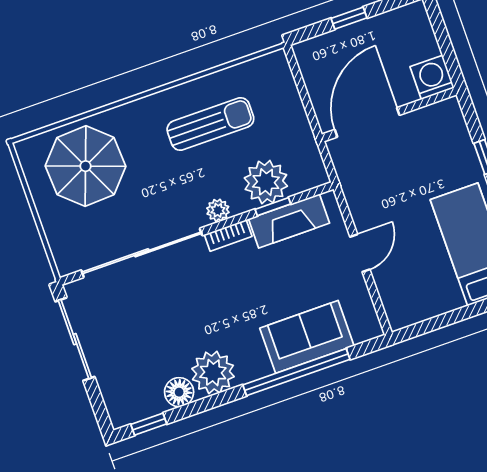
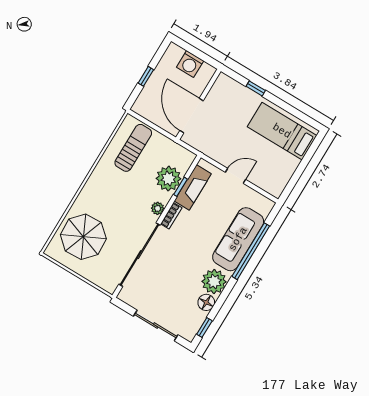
washing machine: (432, 77) -> (190, 64), moved, turned -90
sun lounger: (210, 124) -> (133, 148), moved
door: (360, 253) -> (236, 176), hinge flipped
sofa: (307, 337) -> (238, 239), width x1.36
sliding door: (75, 339) -> (156, 326), moved

